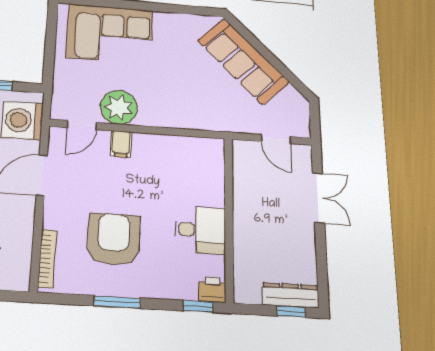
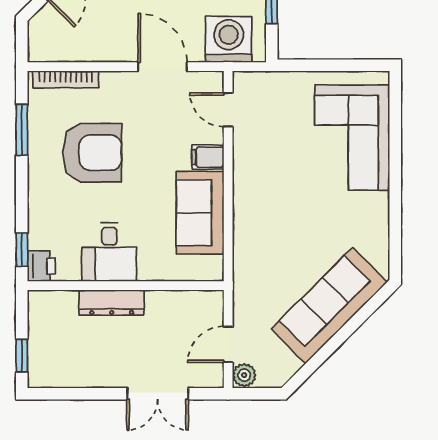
plant: (119, 107) -> (244, 375), moved, width x0.53, depth x0.53
sofa: (168, 153) -> (200, 213), added
dresser: (290, 295) -> (112, 303), moved, turned 90
window: (117, 302) -> (22, 130), moved

